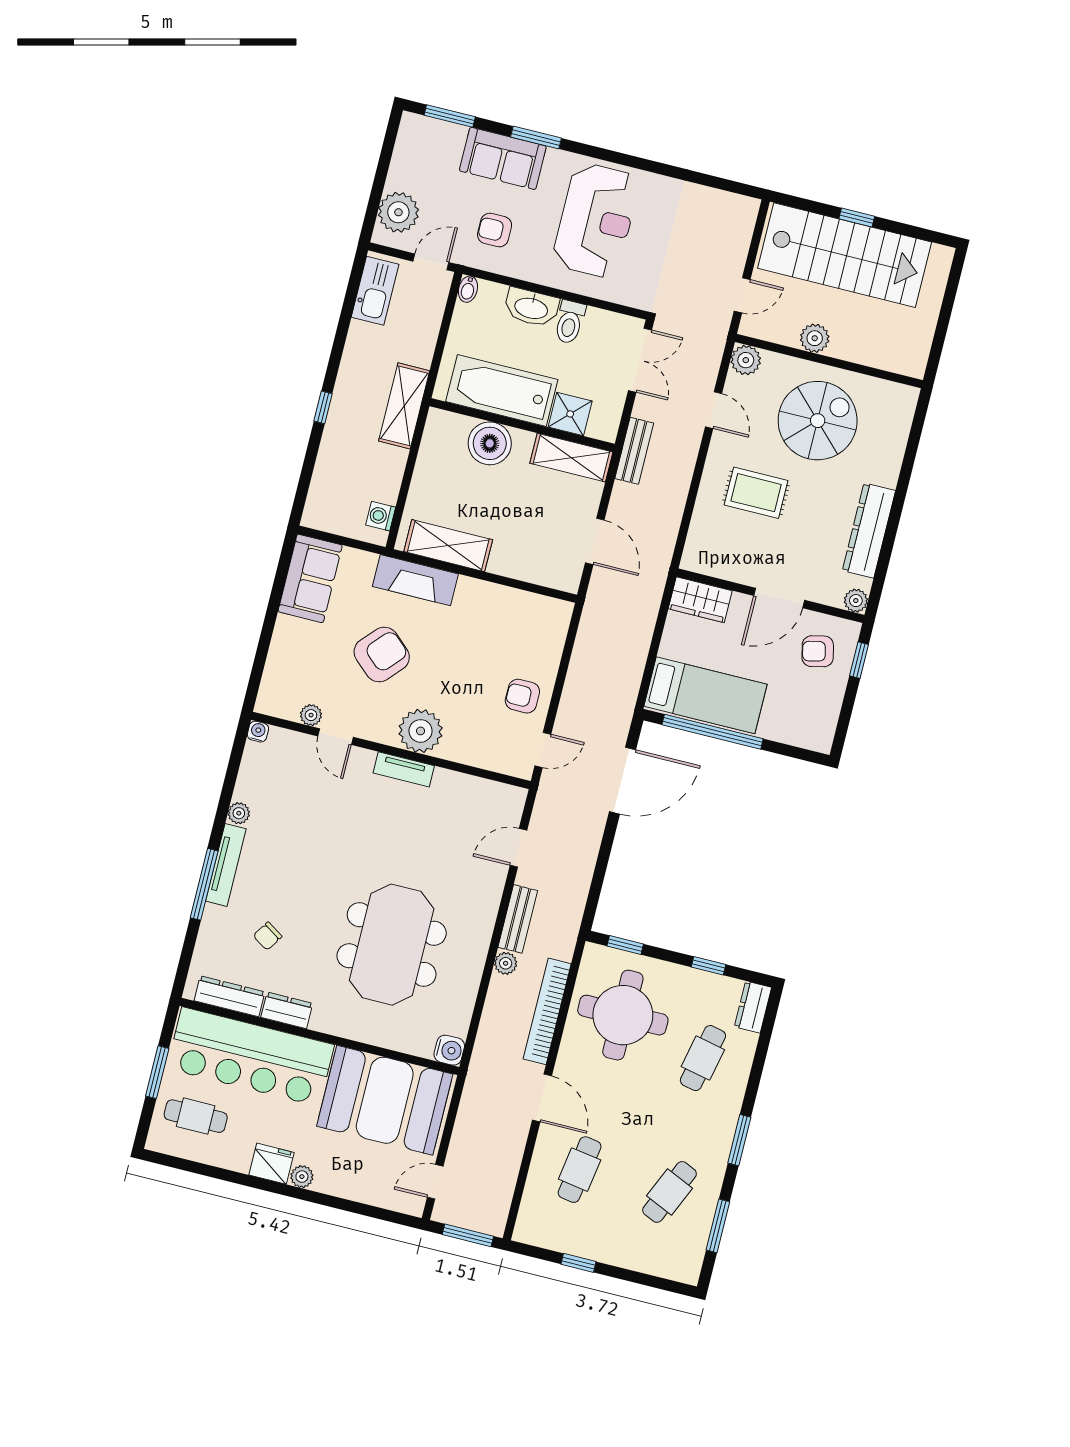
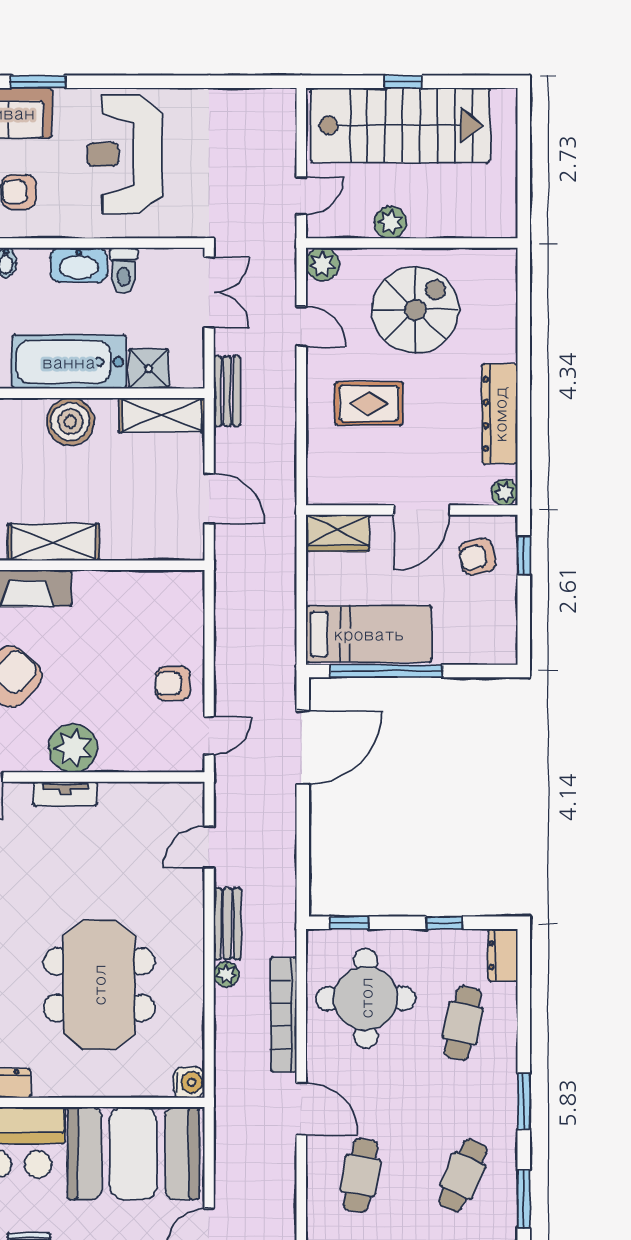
reception desk: (596, 220) -> (125, 154), turned 180

